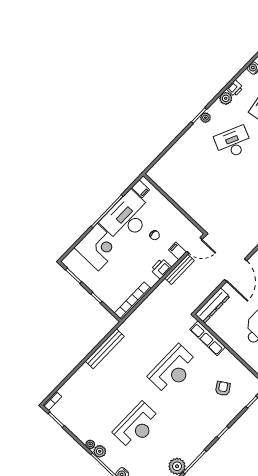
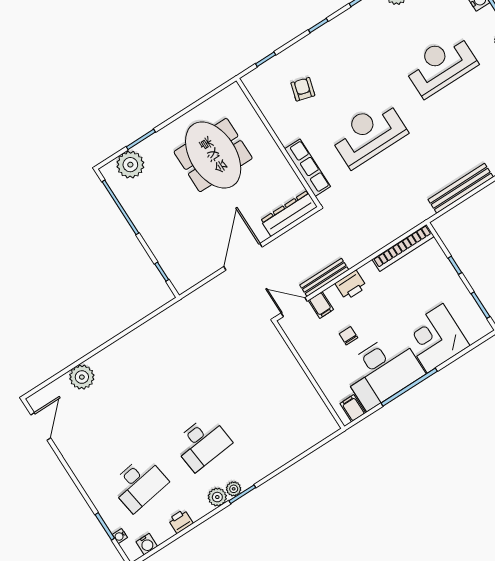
plant: (226, 98) -> (217, 497), moved
desk: (233, 142) -> (202, 443), turned -30
armchair: (223, 389) -> (303, 89), turned 139

